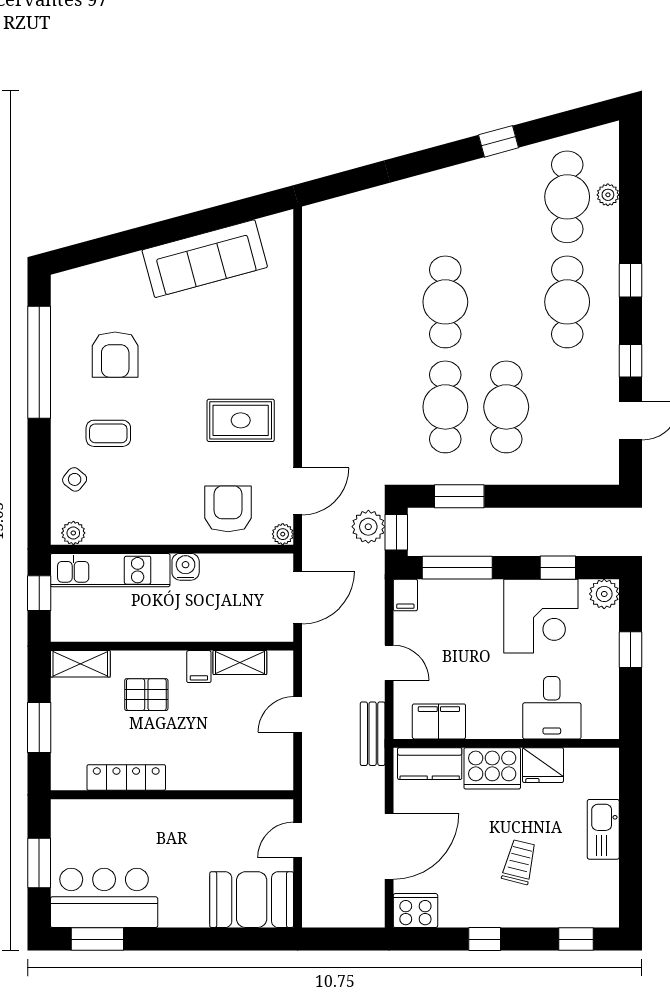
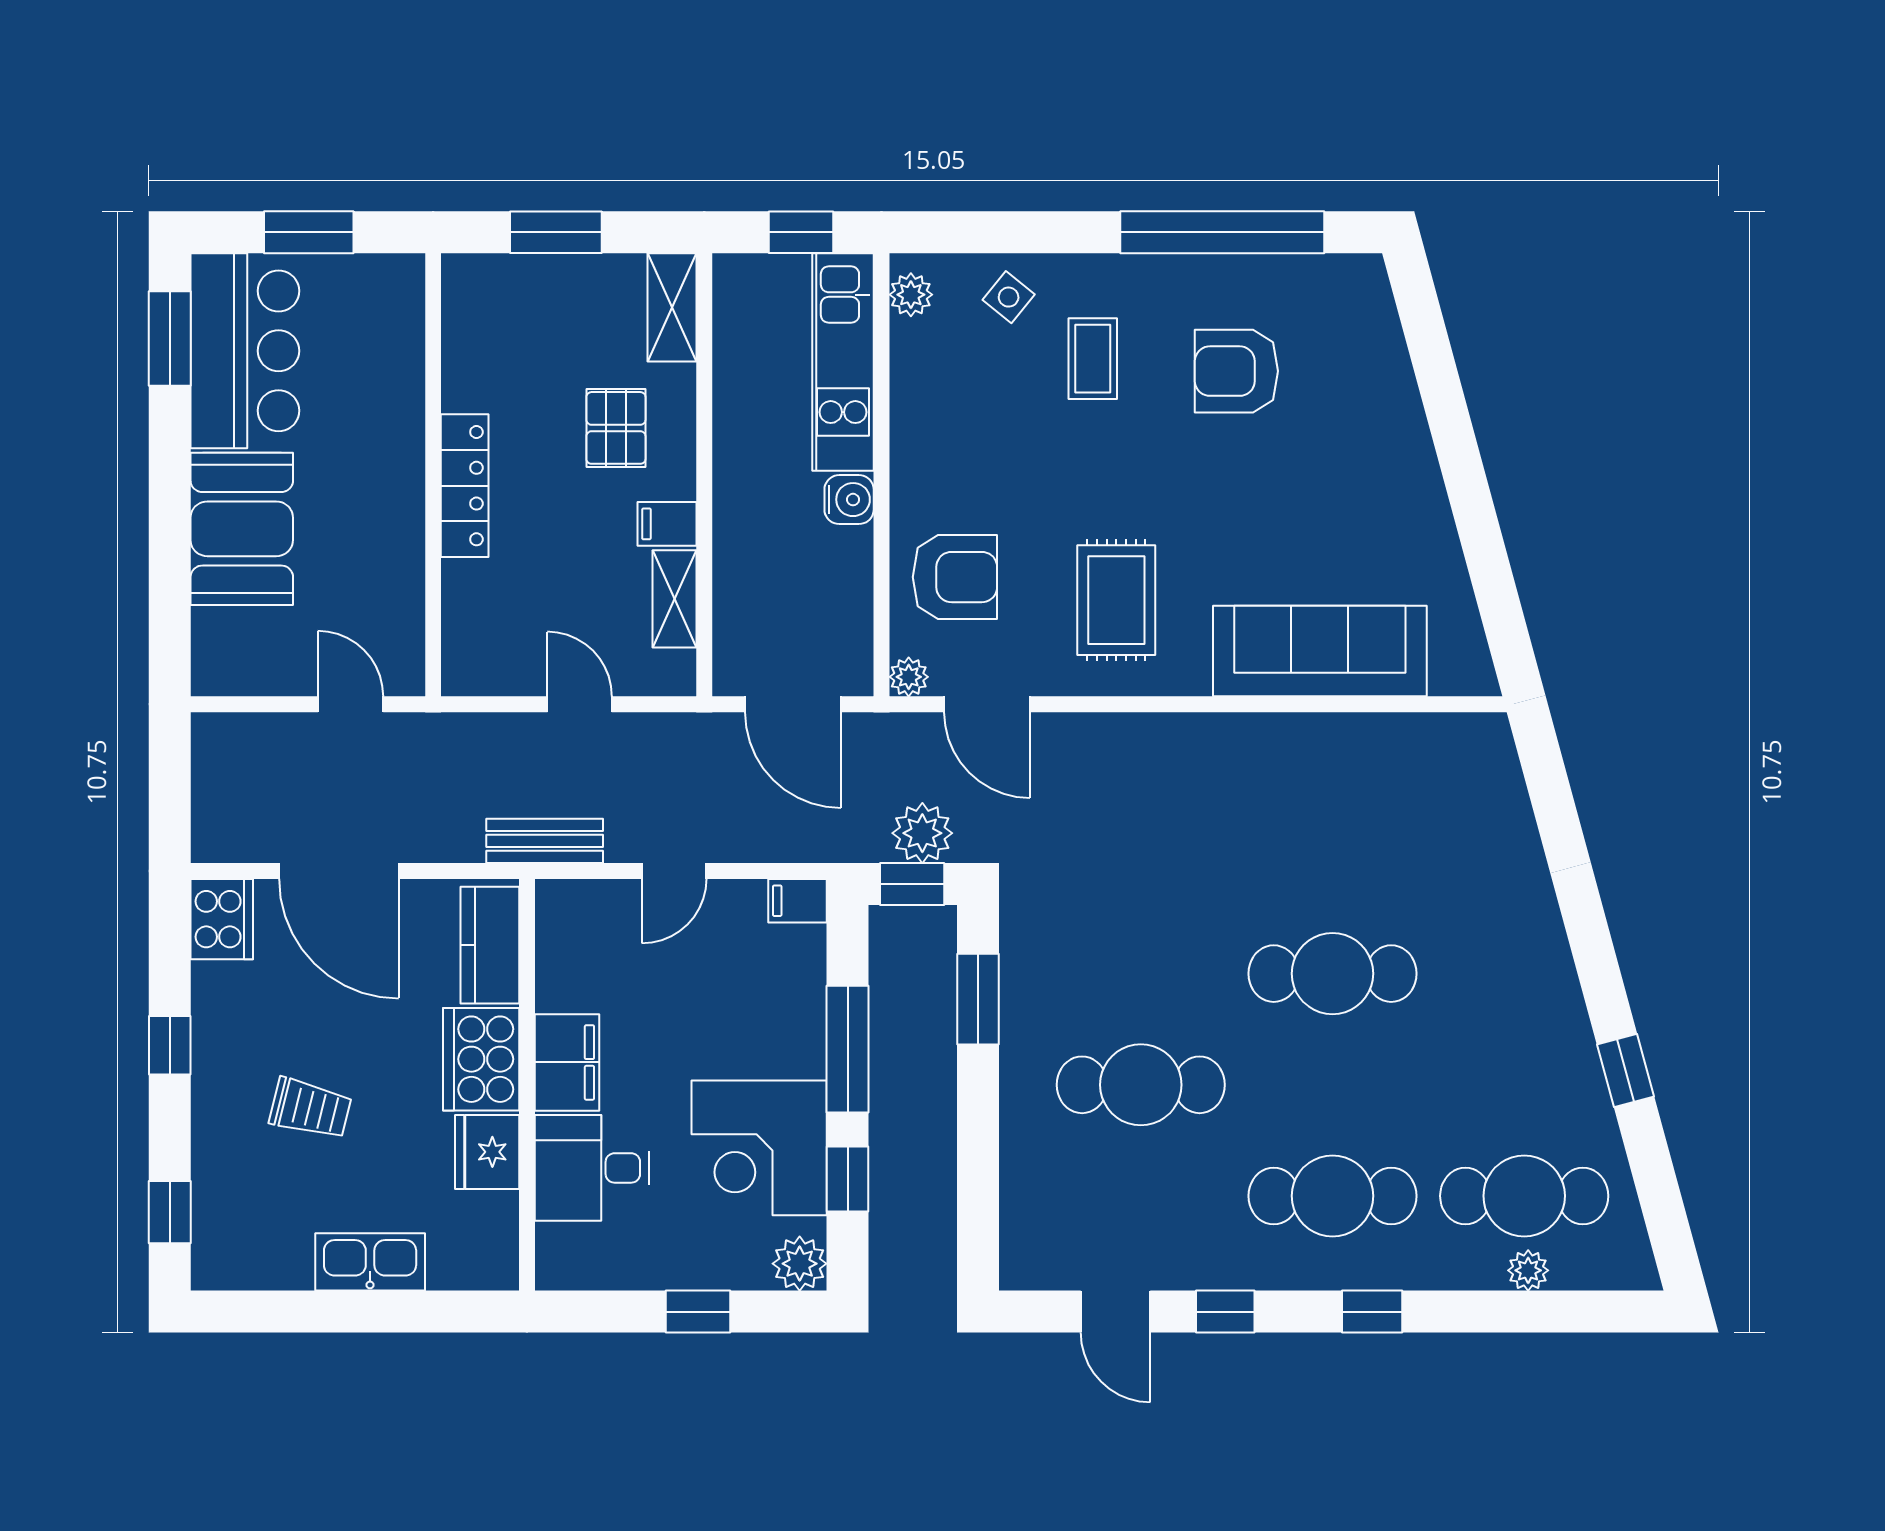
sofa: (205, 259) -> (1320, 651), moved, turned 105
cafe table: (445, 407) -> (1141, 974), removed
window: (457, 568) -> (848, 1049), moved
filing cabinet: (439, 721) -> (567, 1062), moved
locker: (126, 778) -> (465, 486), moved
booth: (252, 900) -> (242, 529), moved

